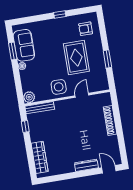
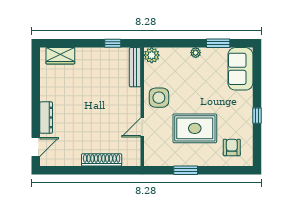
sofa: (24, 45) -> (240, 69), moved, turned 90
door: (82, 95) -> (142, 127), swing flipped
wardrobe: (40, 157) -> (60, 56), width x0.67

